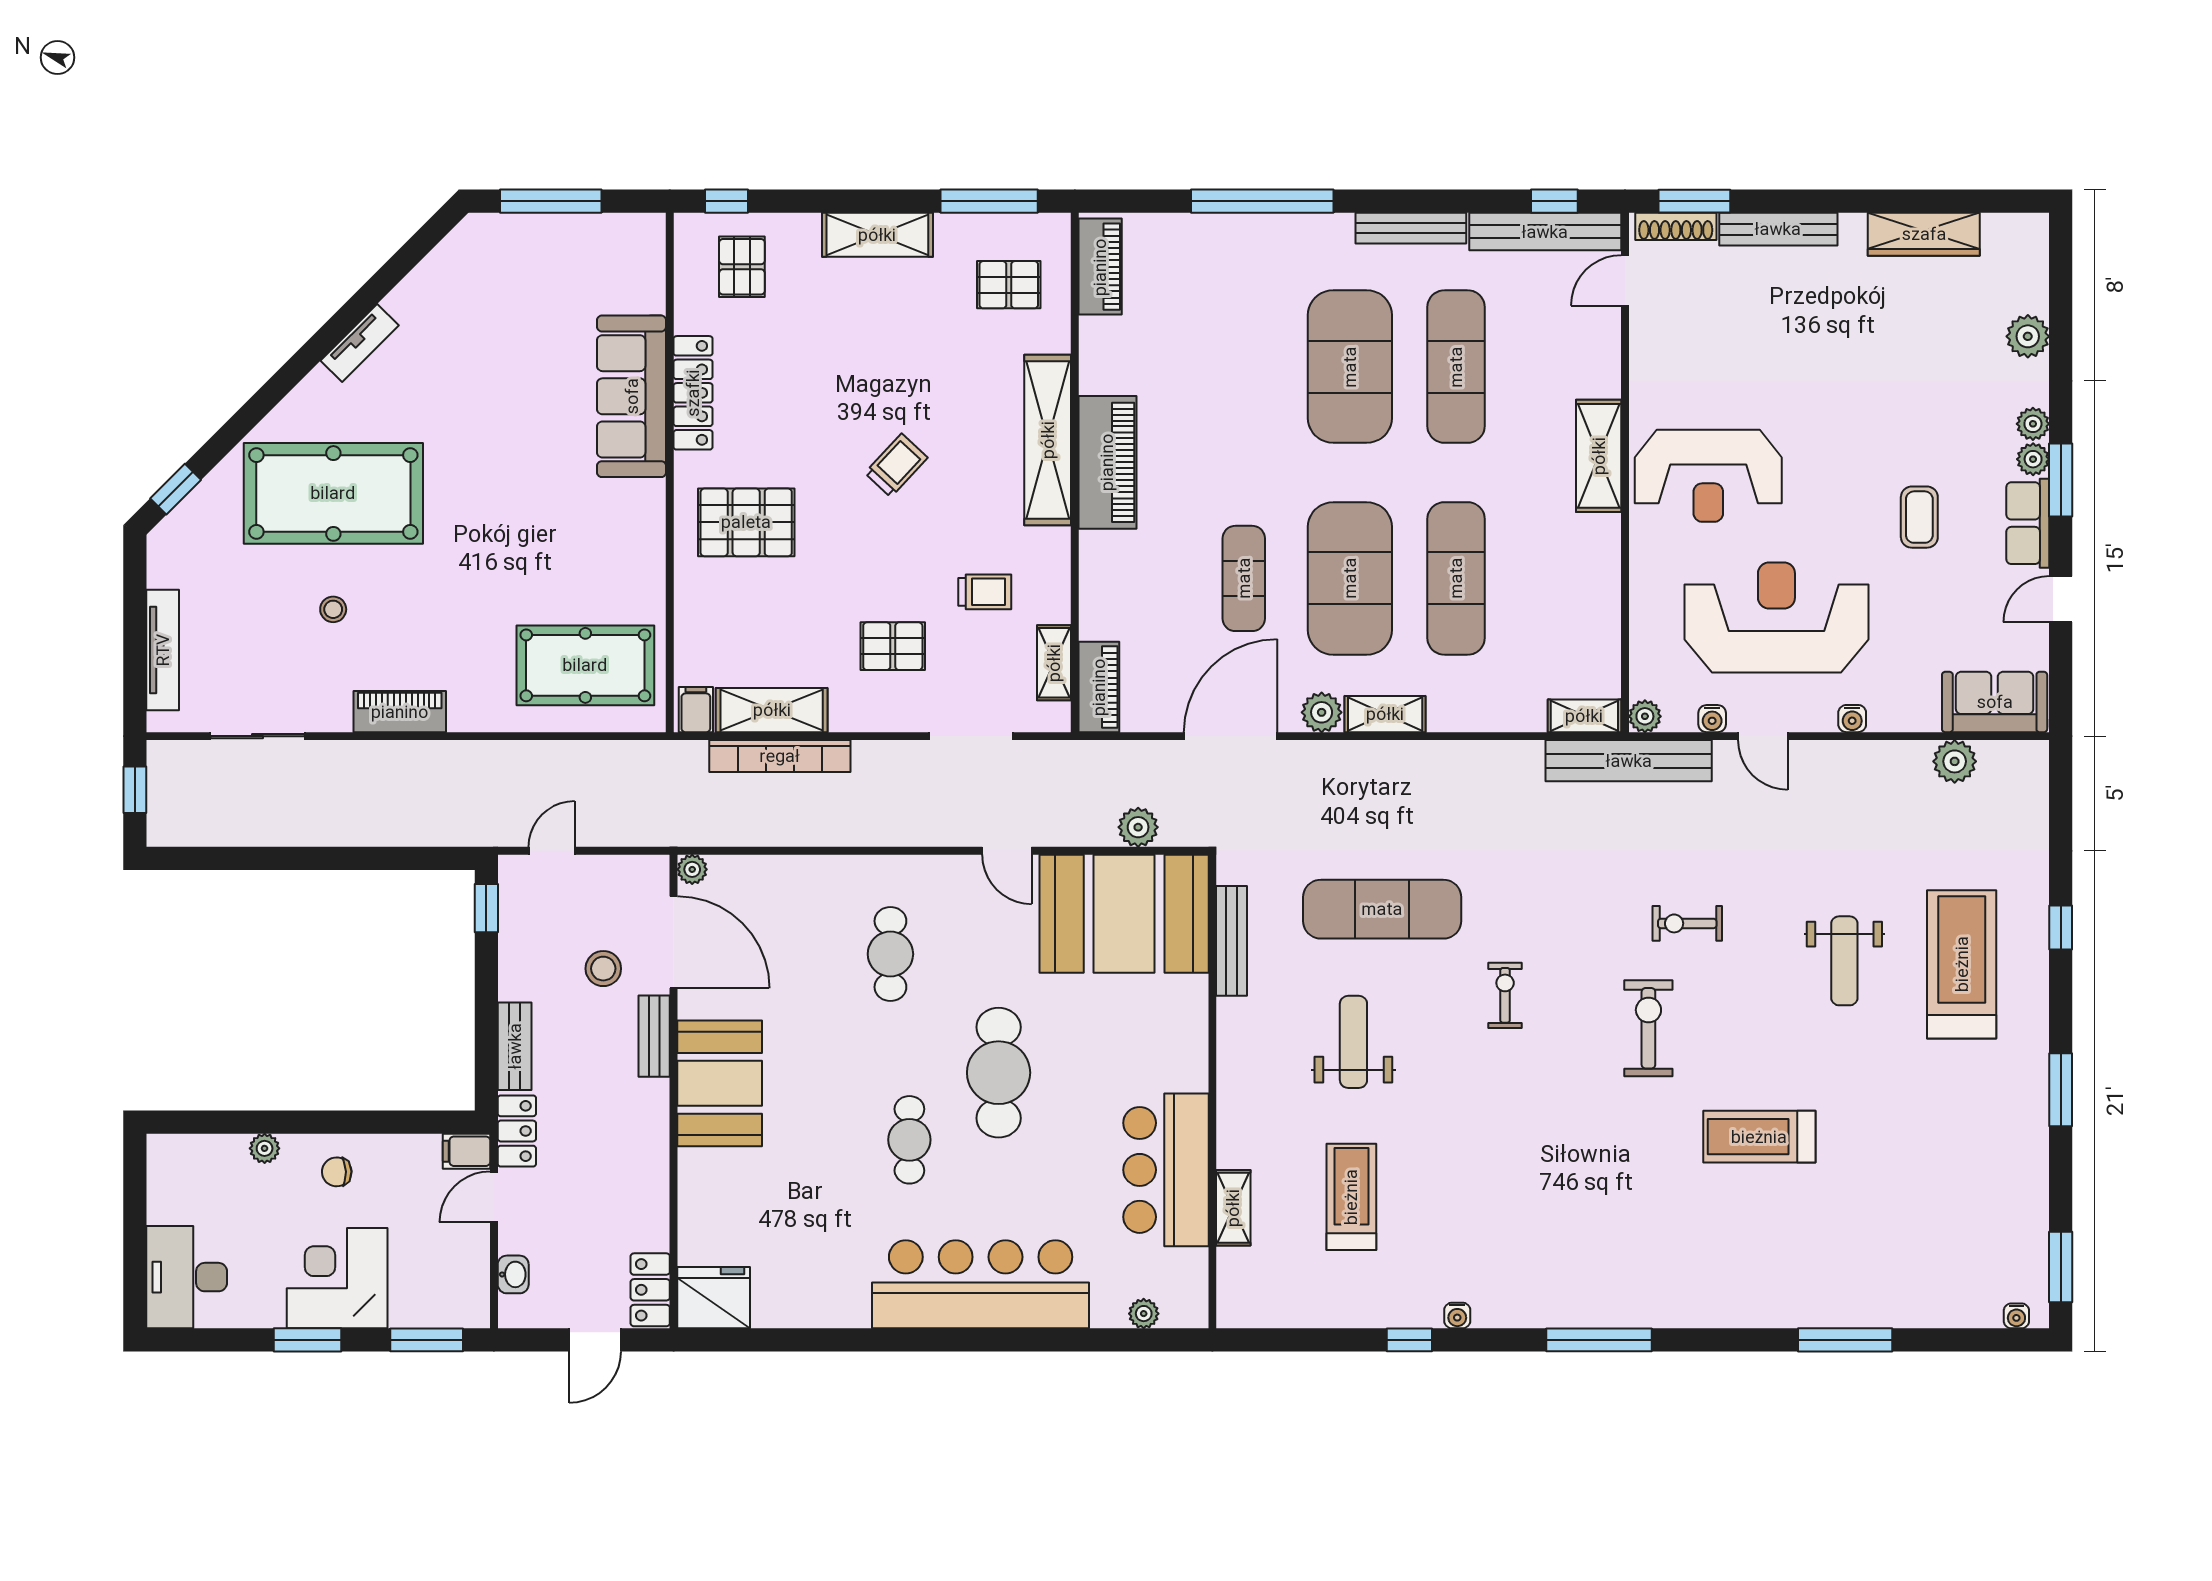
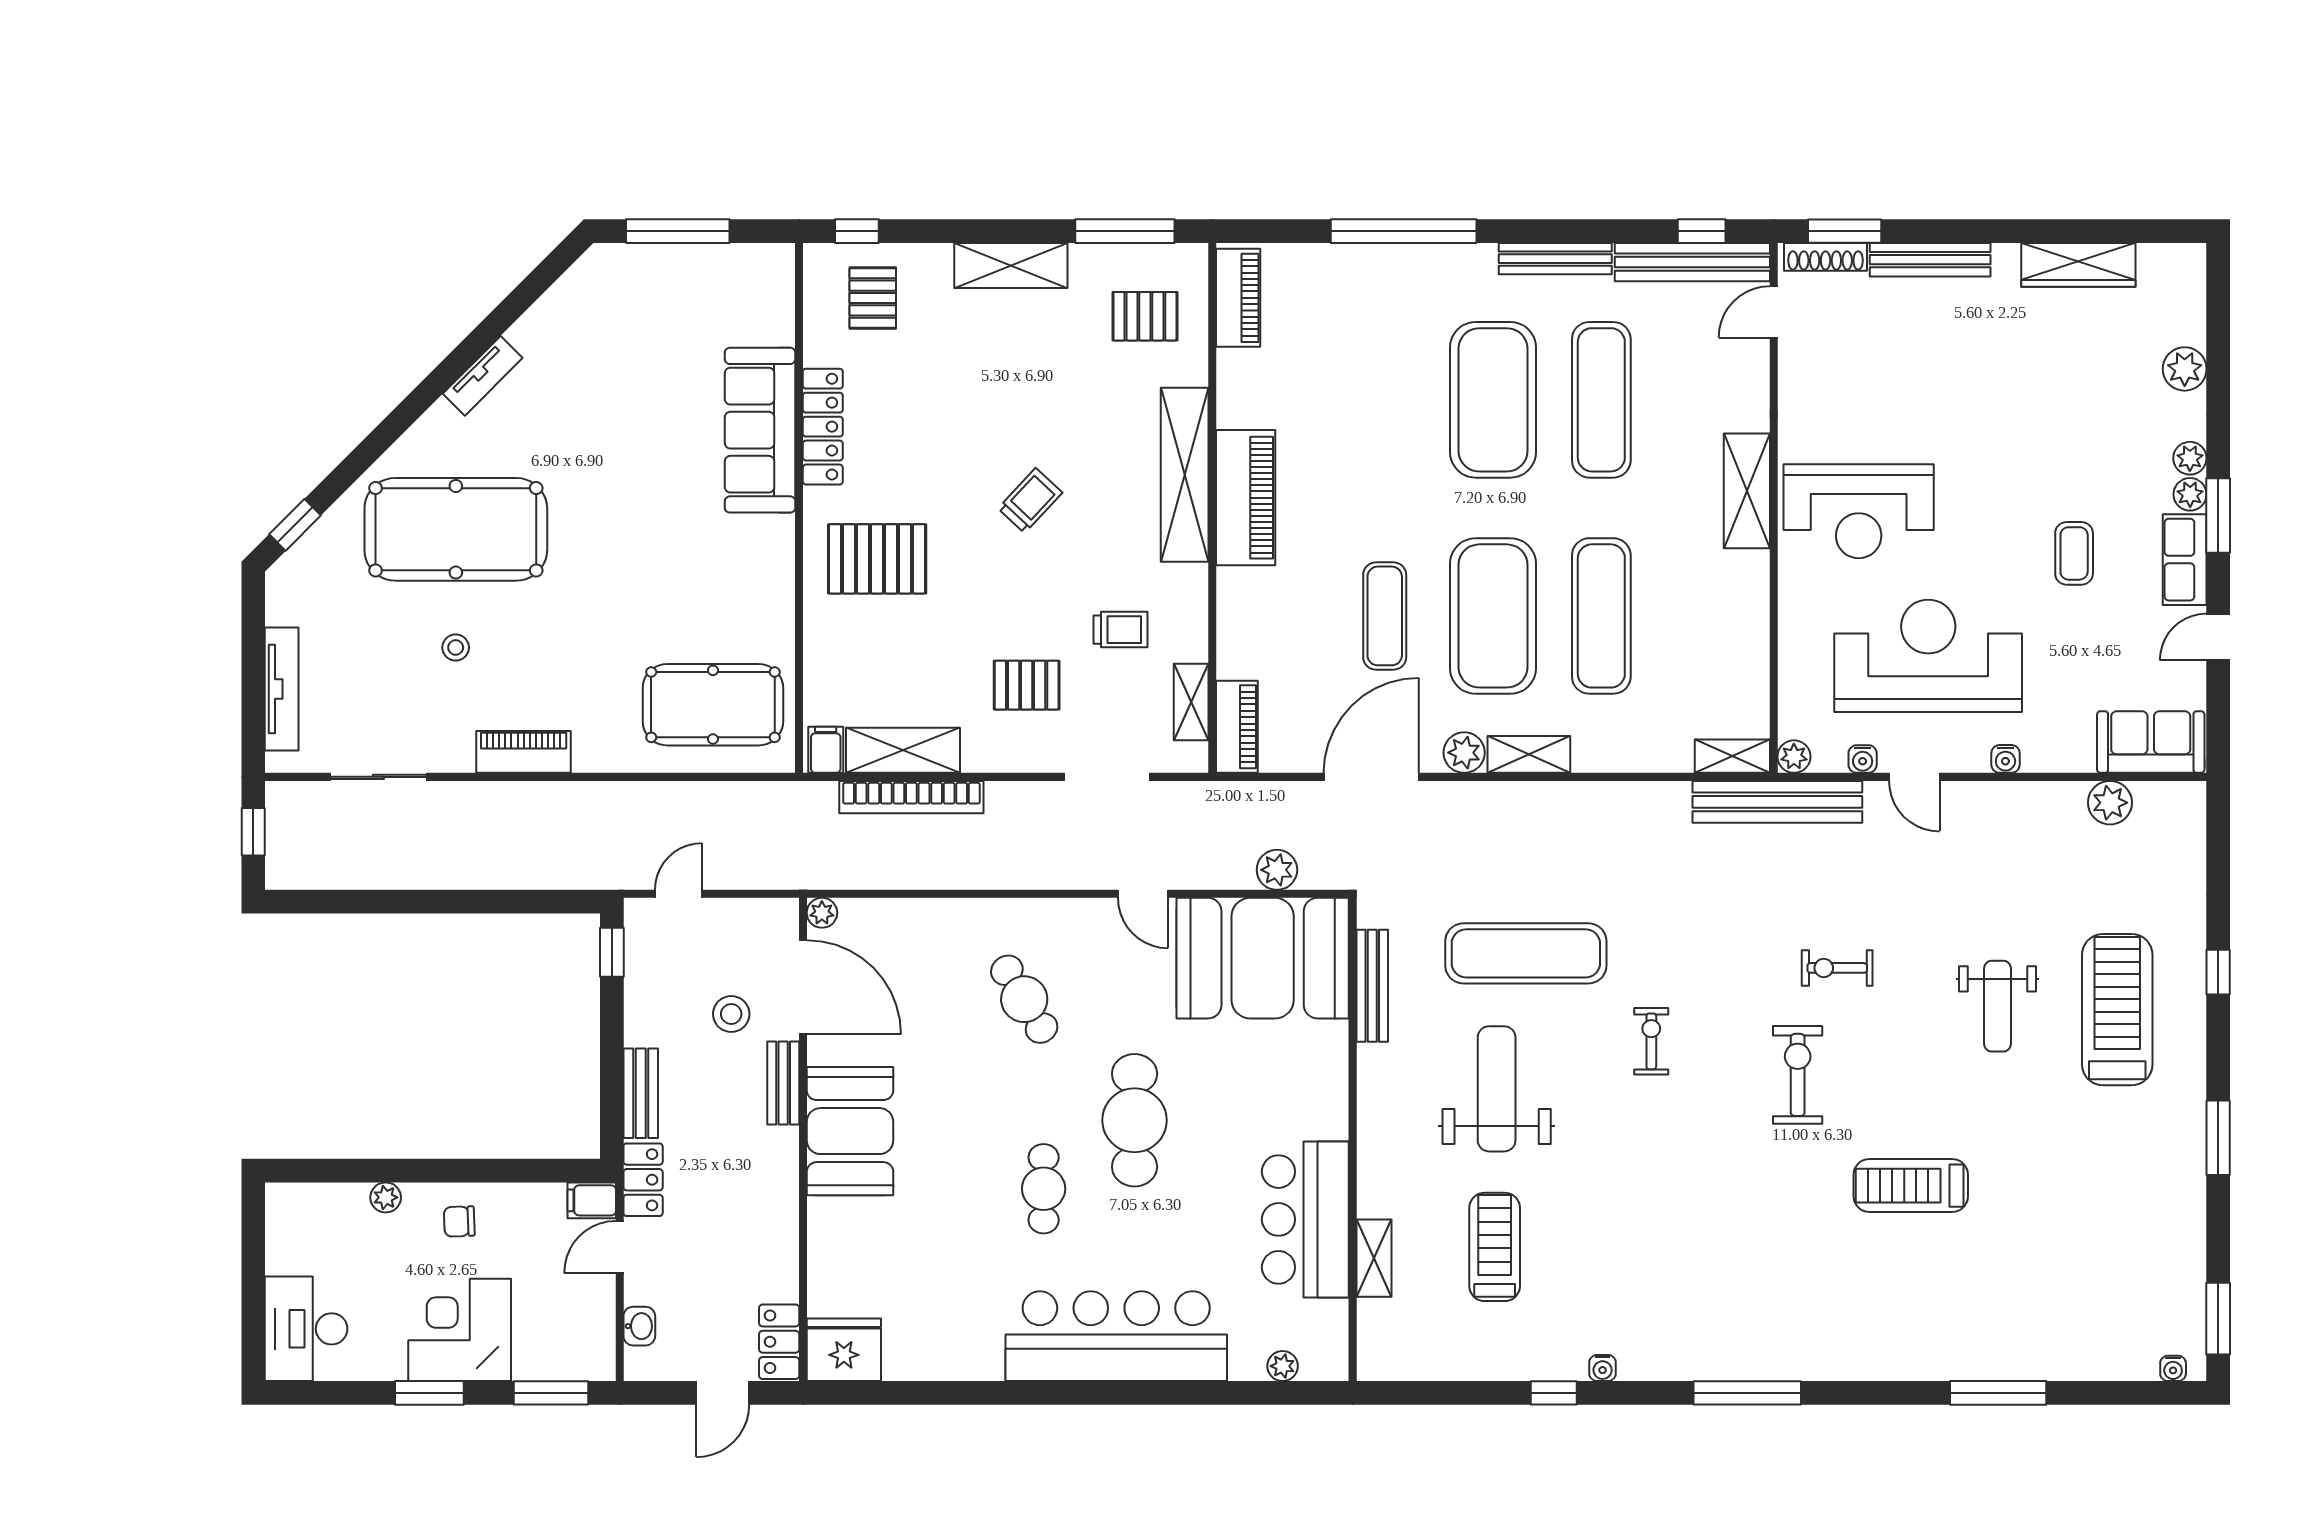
cafe table: (890, 954) -> (1024, 999), turned -31
weight bench: (1353, 1042) -> (1497, 1089), width x1.36, depth x1.33

